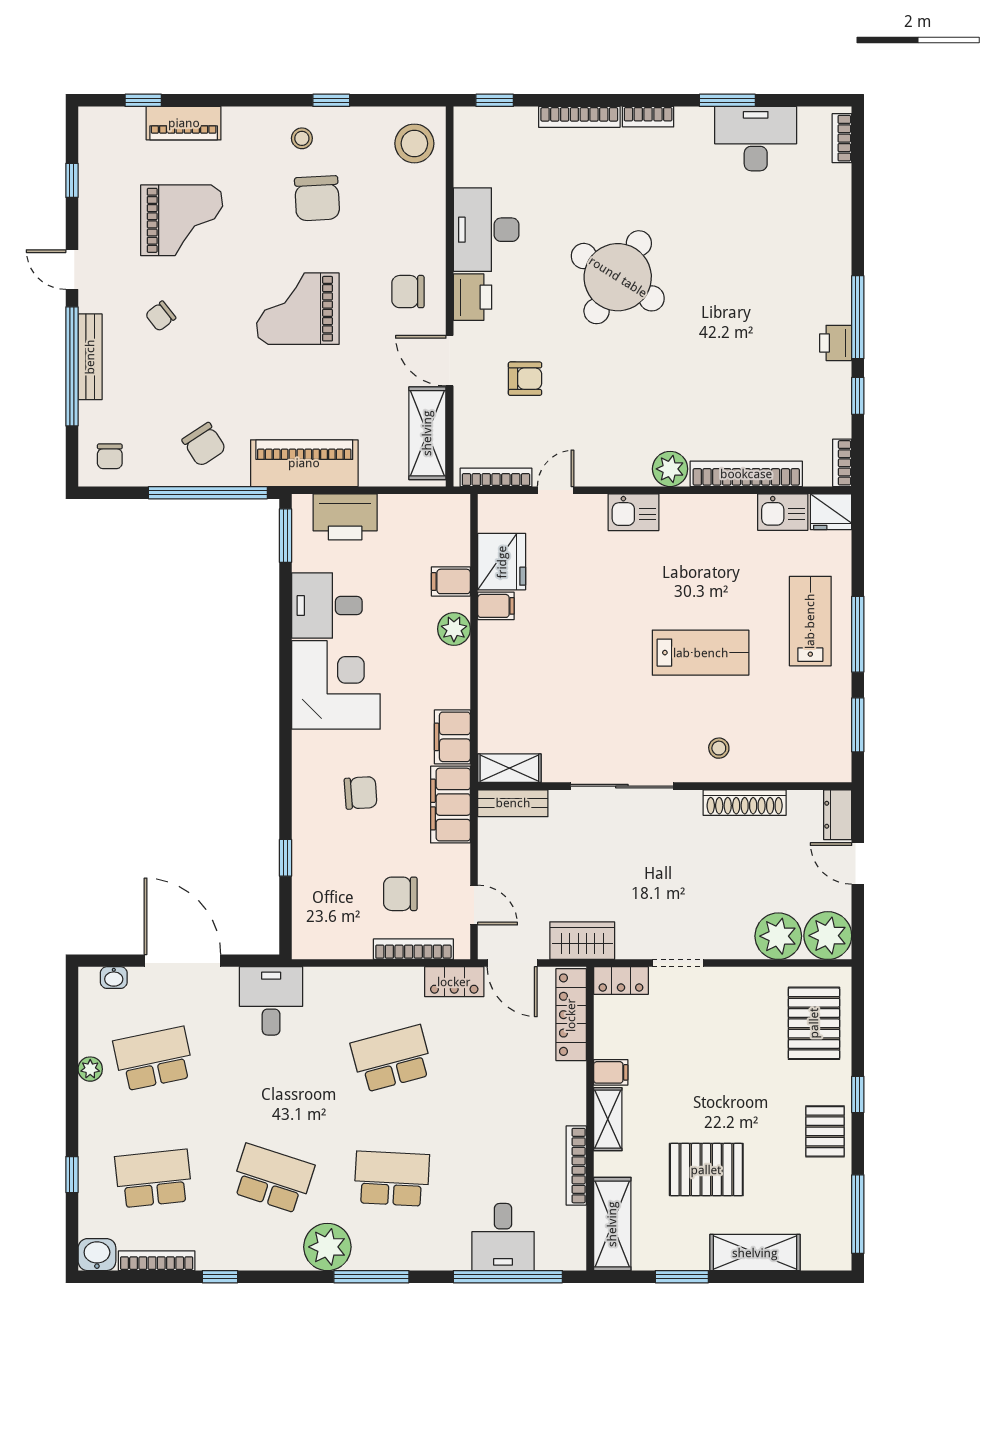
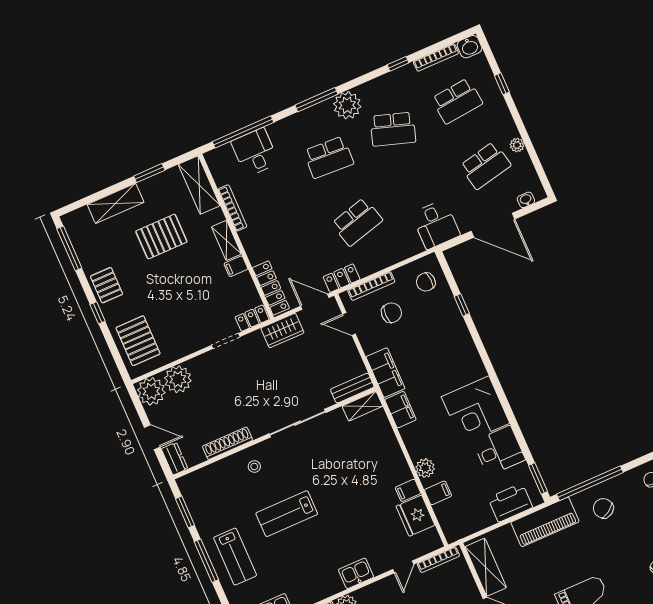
chair: (361, 793) -> (426, 282), moved

